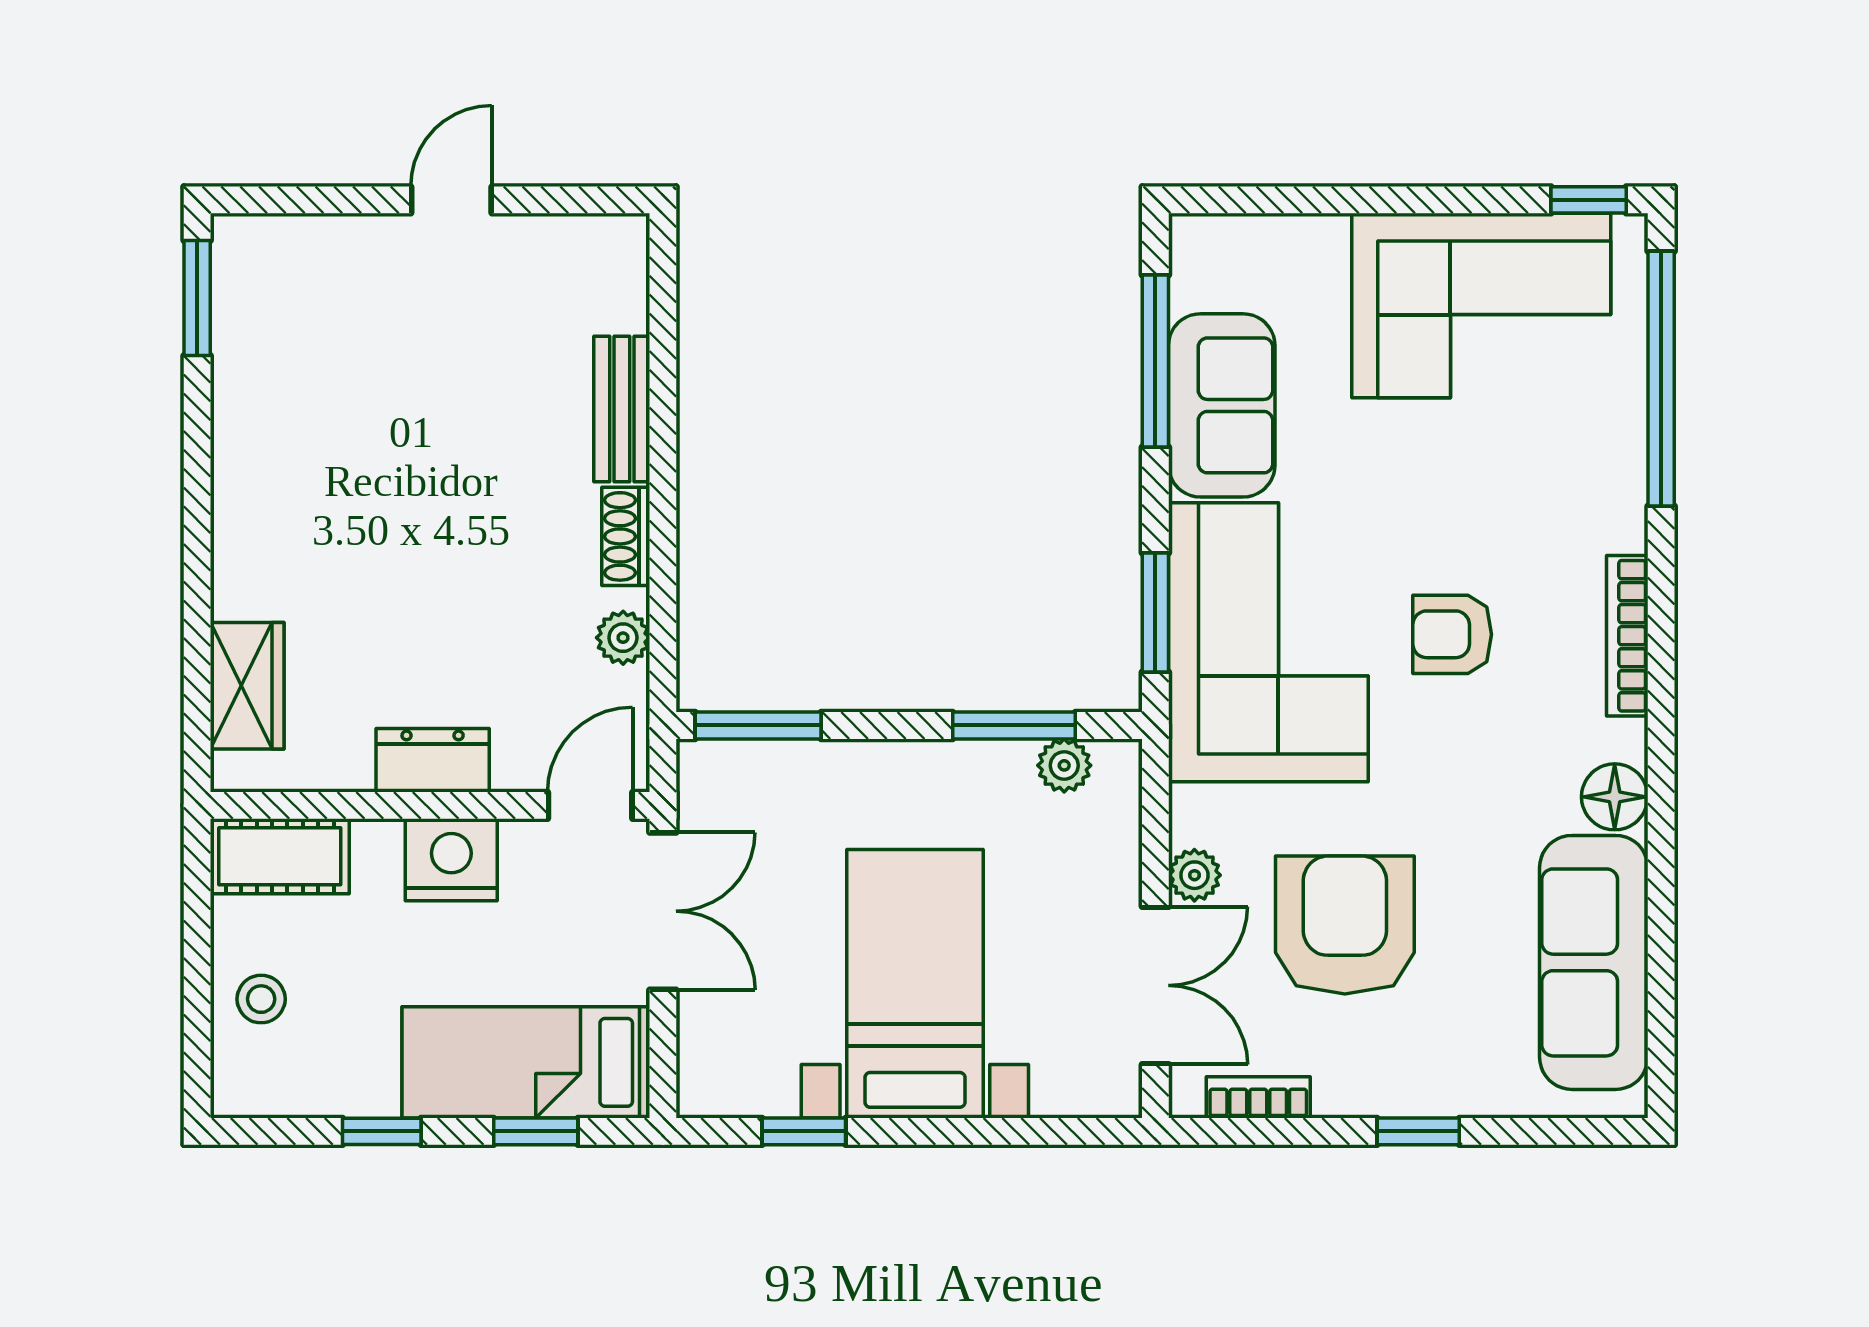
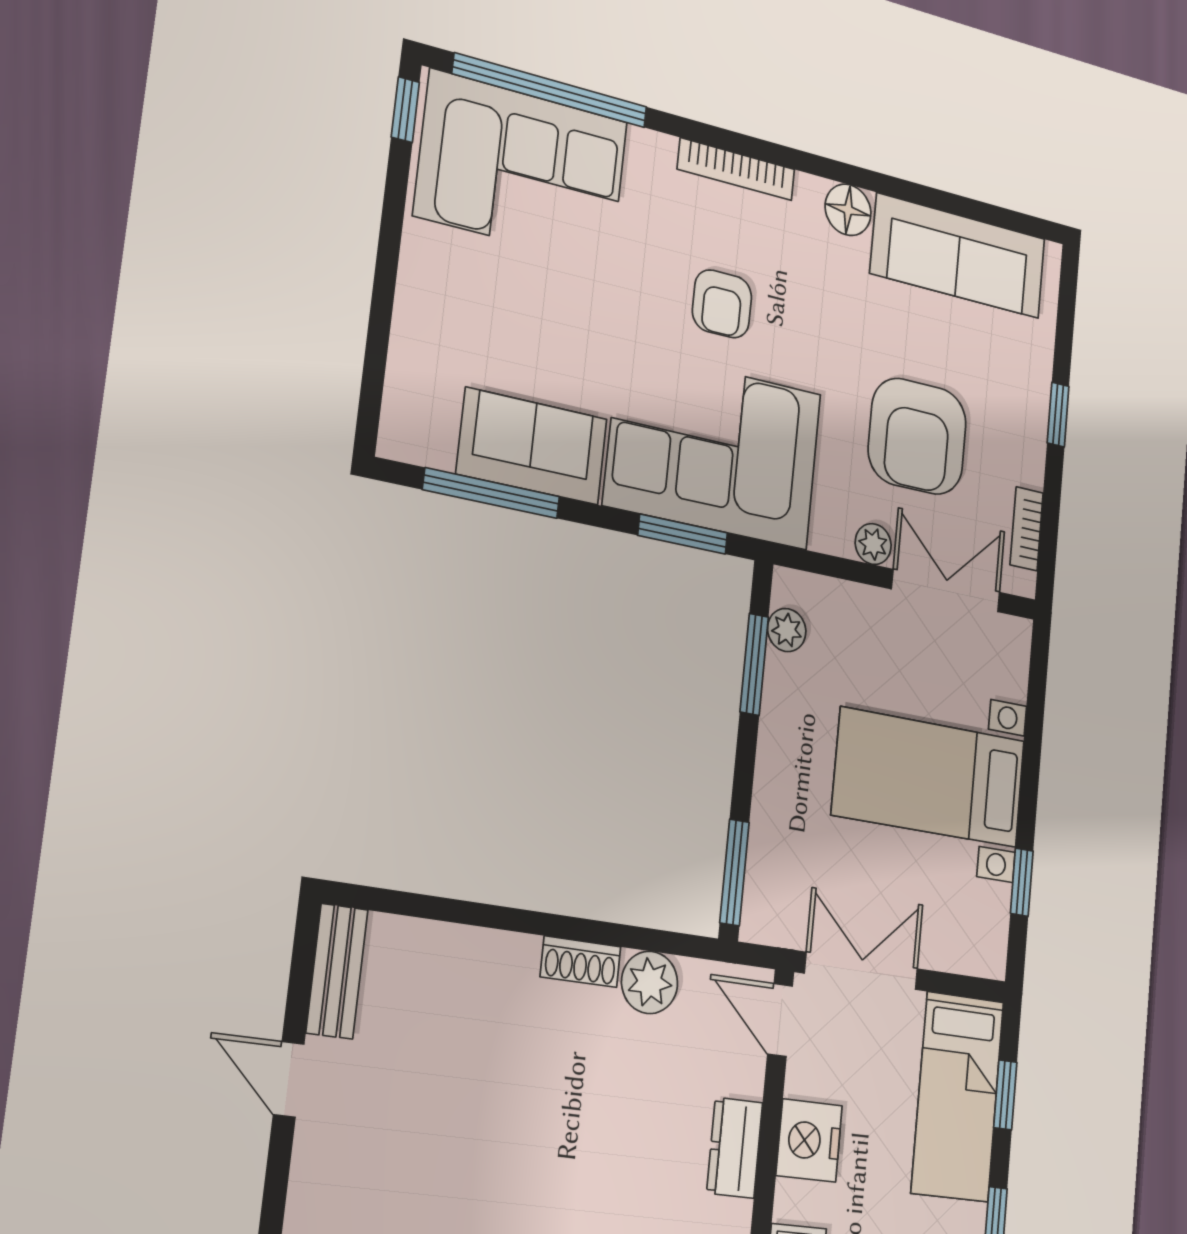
corner sofa: (1481, 305) -> (522, 168), moved, turned 90
bench: (622, 409) -> (337, 971), moved, turned 90
plant: (623, 638) -> (650, 982), width x1.38, depth x1.38
armchair: (1345, 925) -> (917, 436), turned -90

